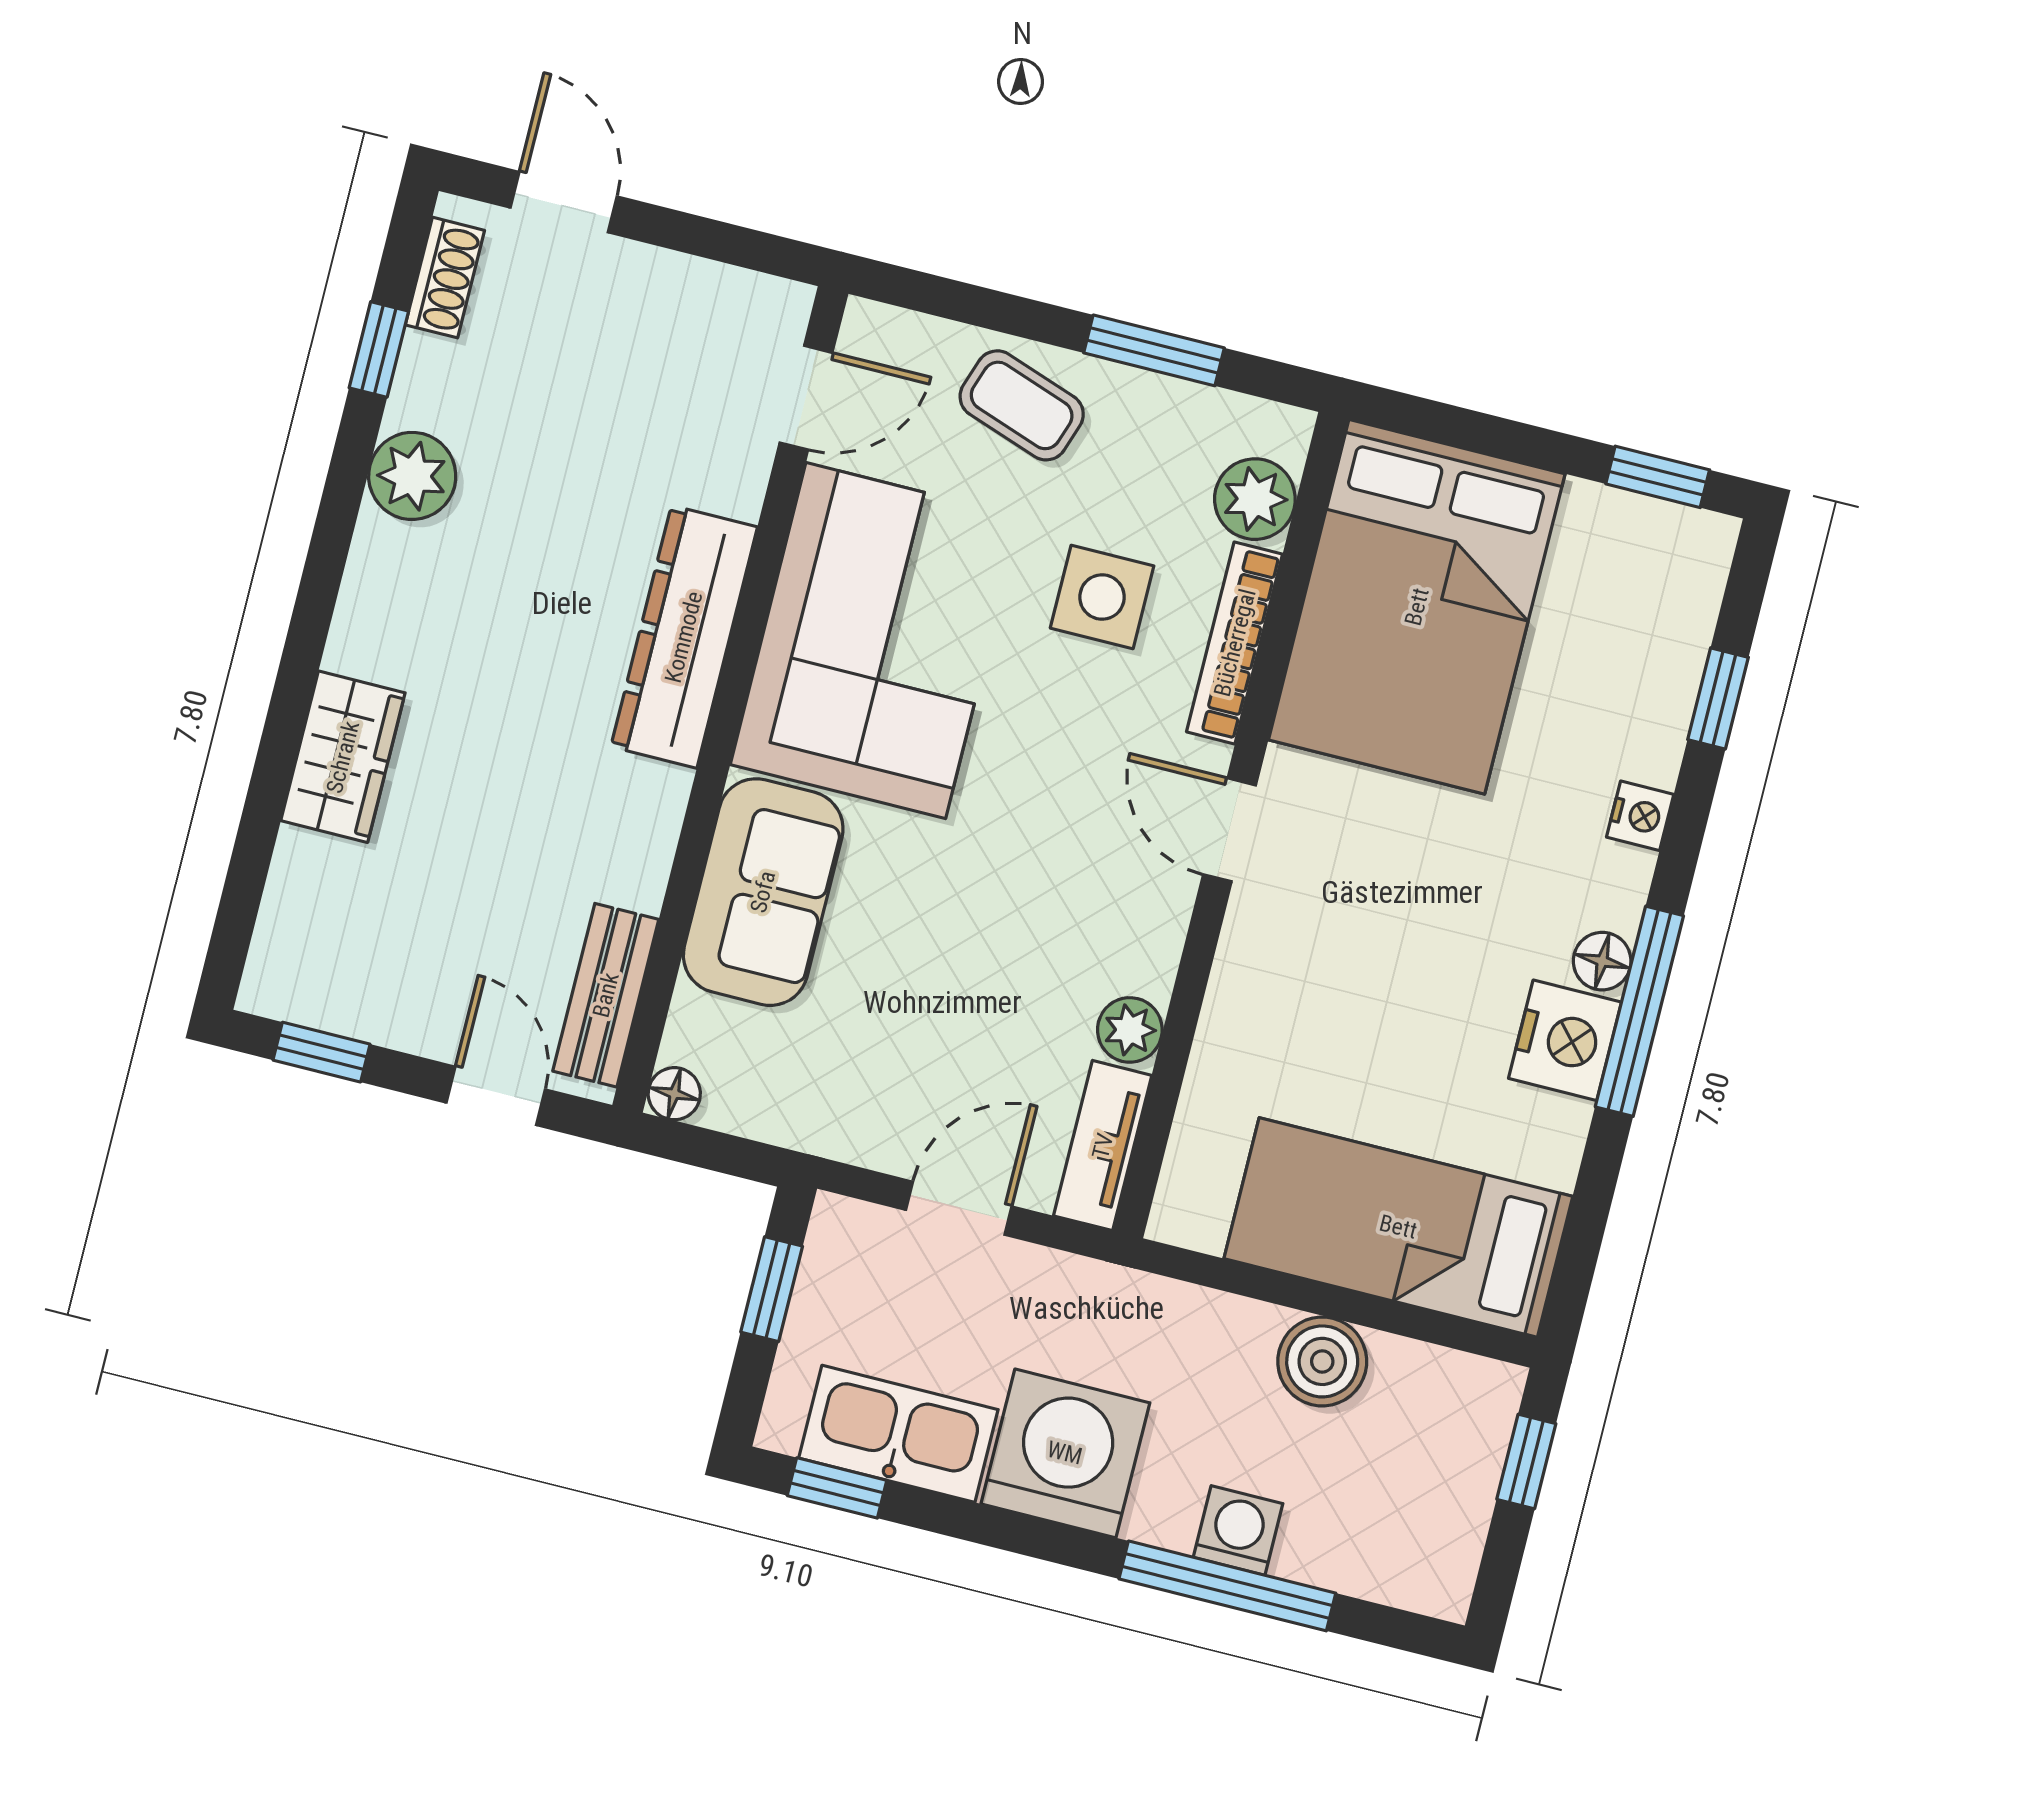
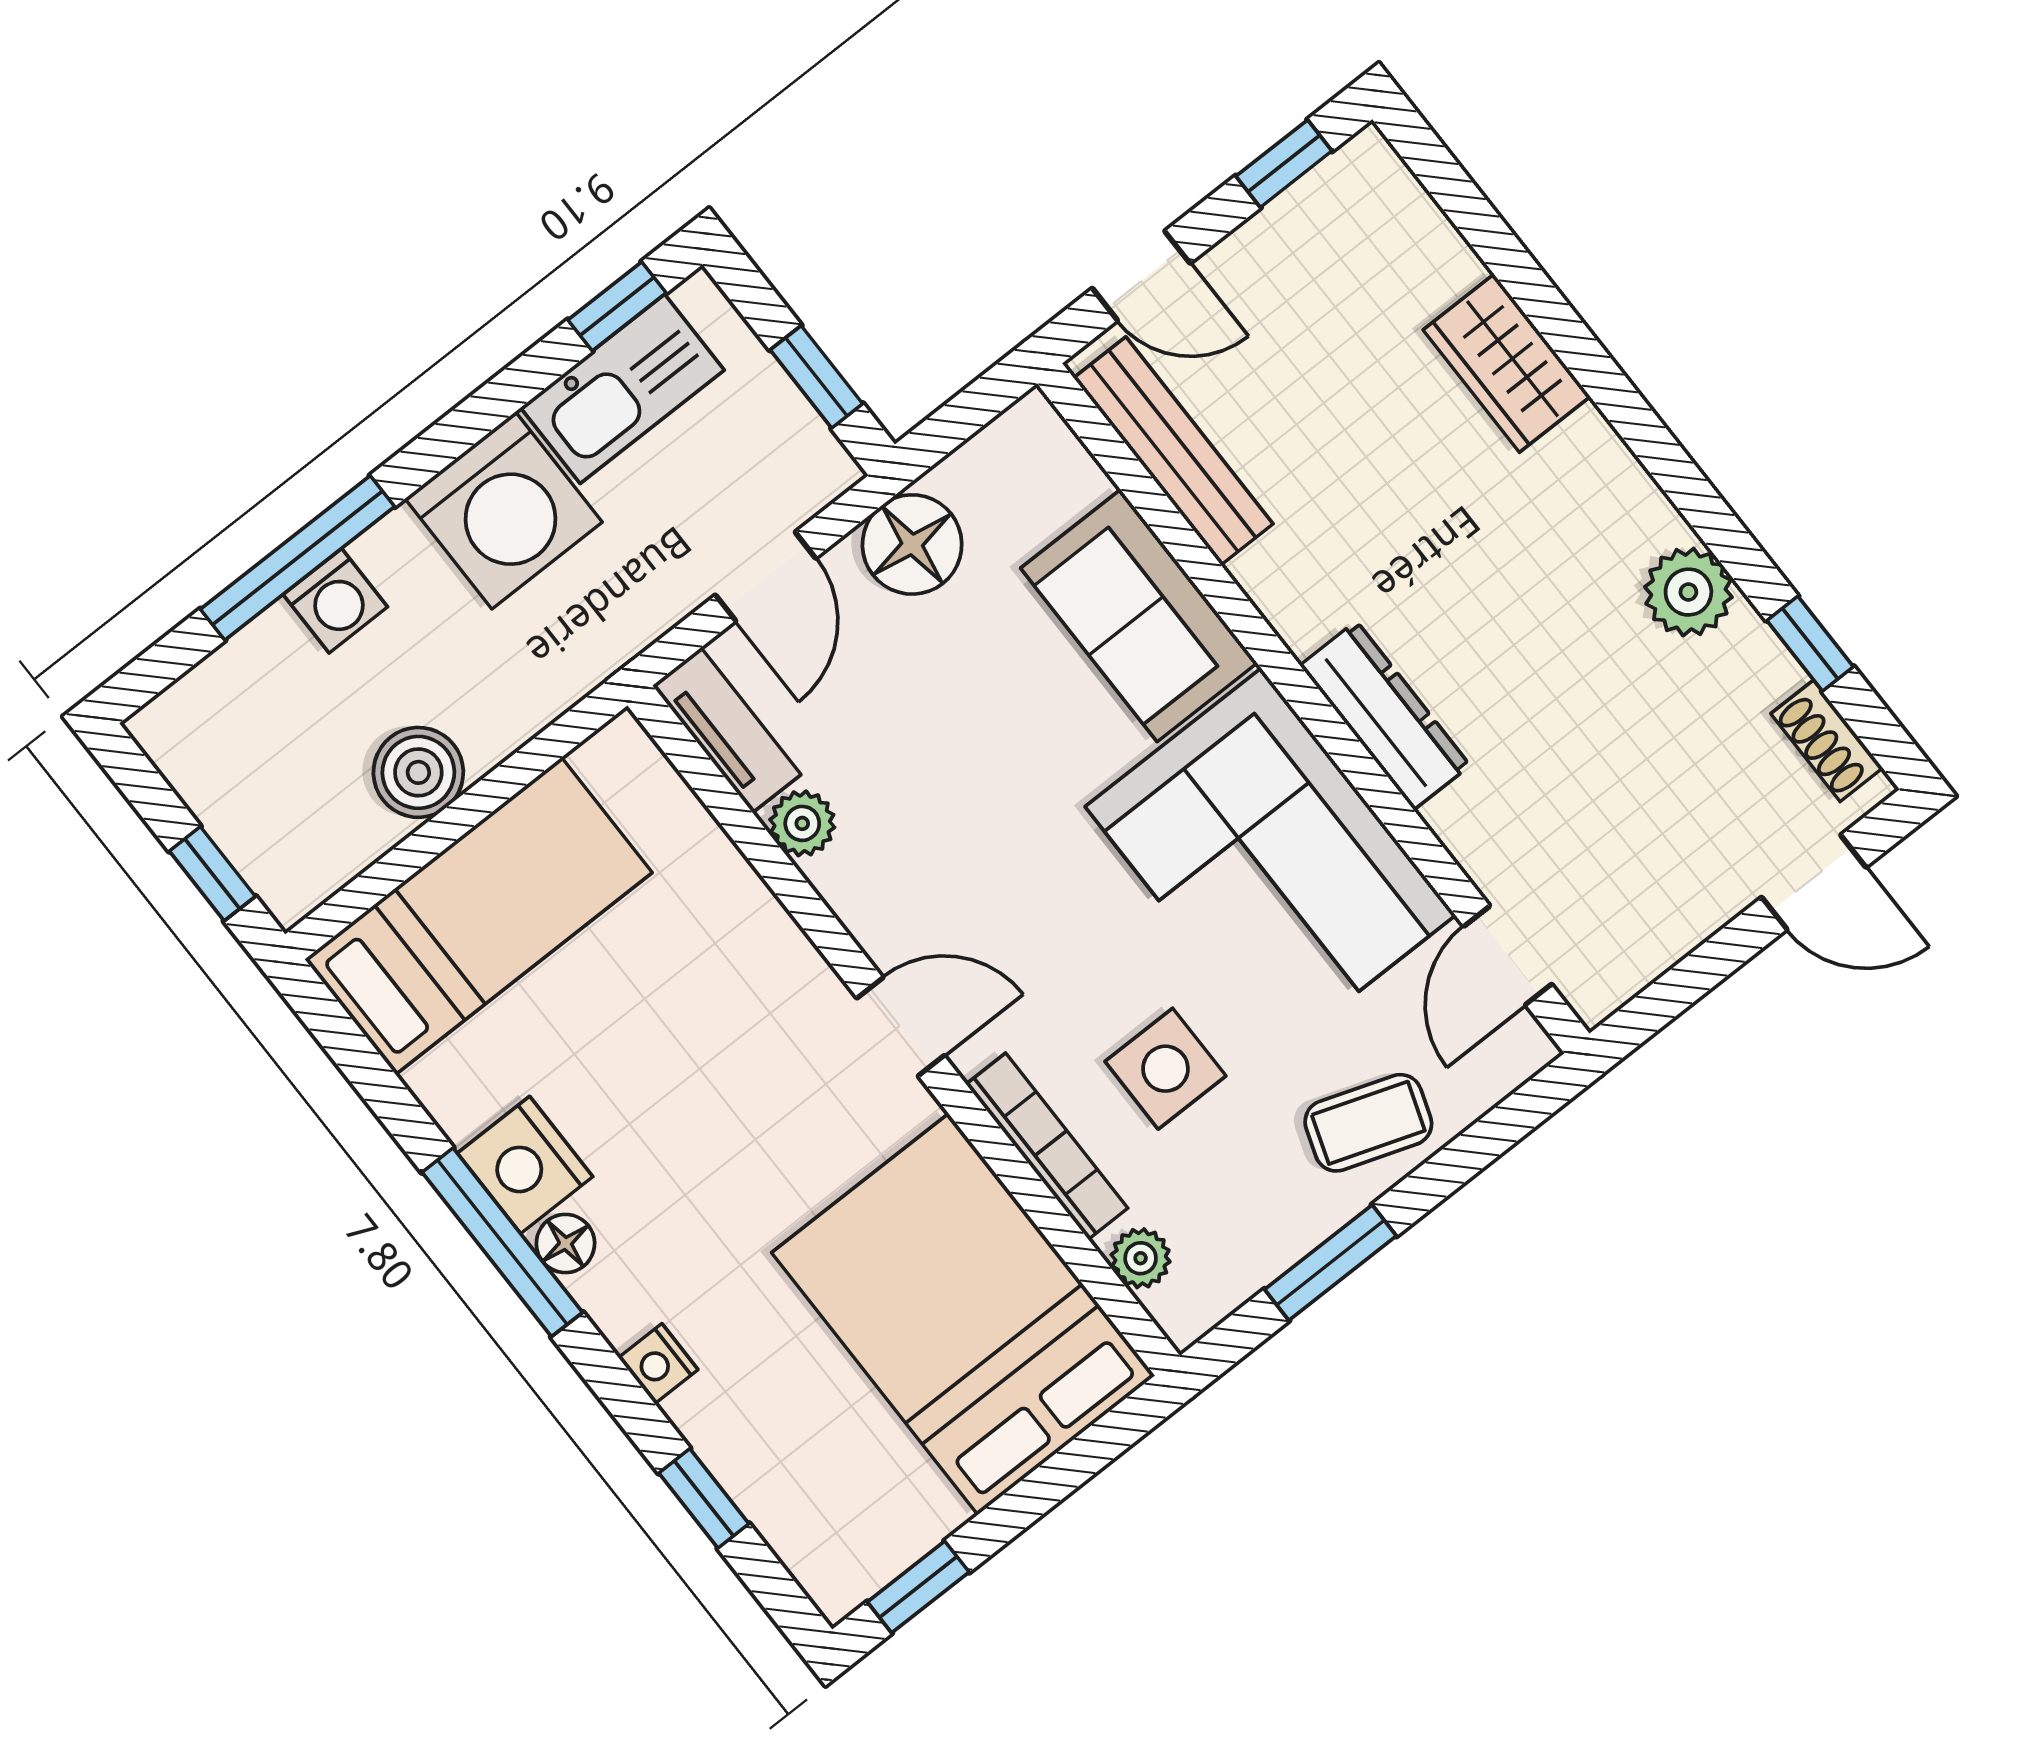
plant: (1255, 499) -> (1141, 1258), width x0.73, depth x0.73
dresser: (684, 637) -> (1385, 715), width x0.73, depth x0.80
bench: (606, 995) -> (1173, 451), width x1.36
floor lamp: (674, 1094) -> (912, 544), moved, width x1.89, depth x1.89

